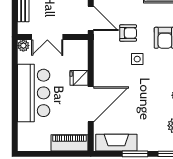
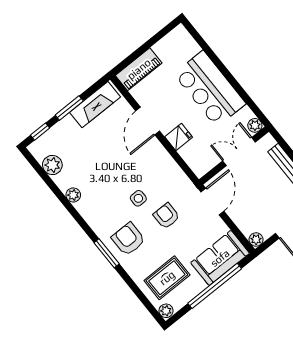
door: (91, 18) -> (212, 202), swing flipped
armchair: (128, 33) -> (166, 216), turned 90
door: (91, 104) -> (148, 121), width x0.73

